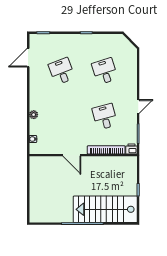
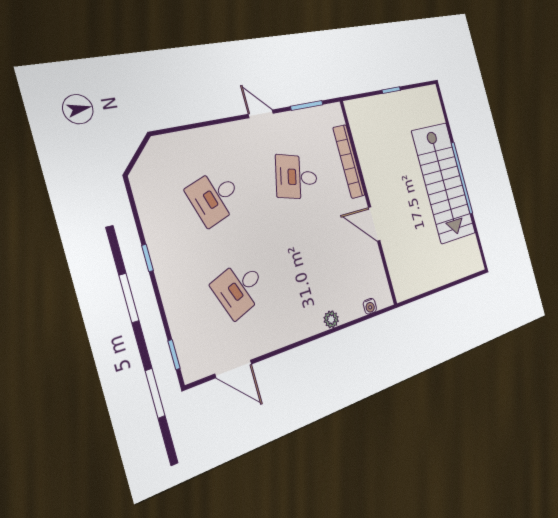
desk: (105, 117) -> (297, 177), turned 30
printer: (131, 149) -> (335, 114), removed
door: (72, 155) -> (374, 224), swing flipped
stairs: (105, 209) -> (444, 183), moved

